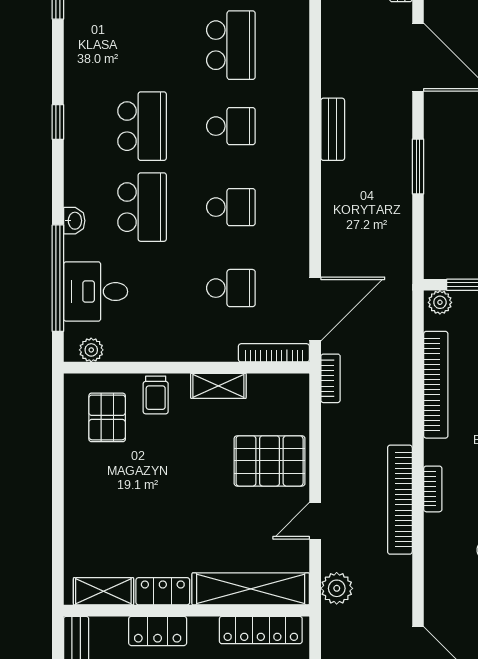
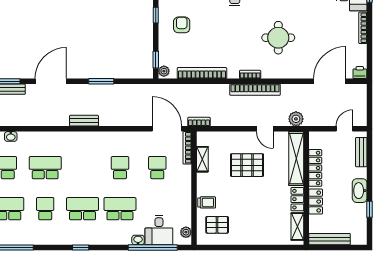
school desk: (231, 126) -> (45, 209), moved
washbasin: (74, 221) -> (138, 240), moved
shelving: (218, 386) -> (202, 159), moved
pallet: (270, 461) -> (247, 165), moved, turned 90
locker: (261, 630) -> (315, 168), moved

